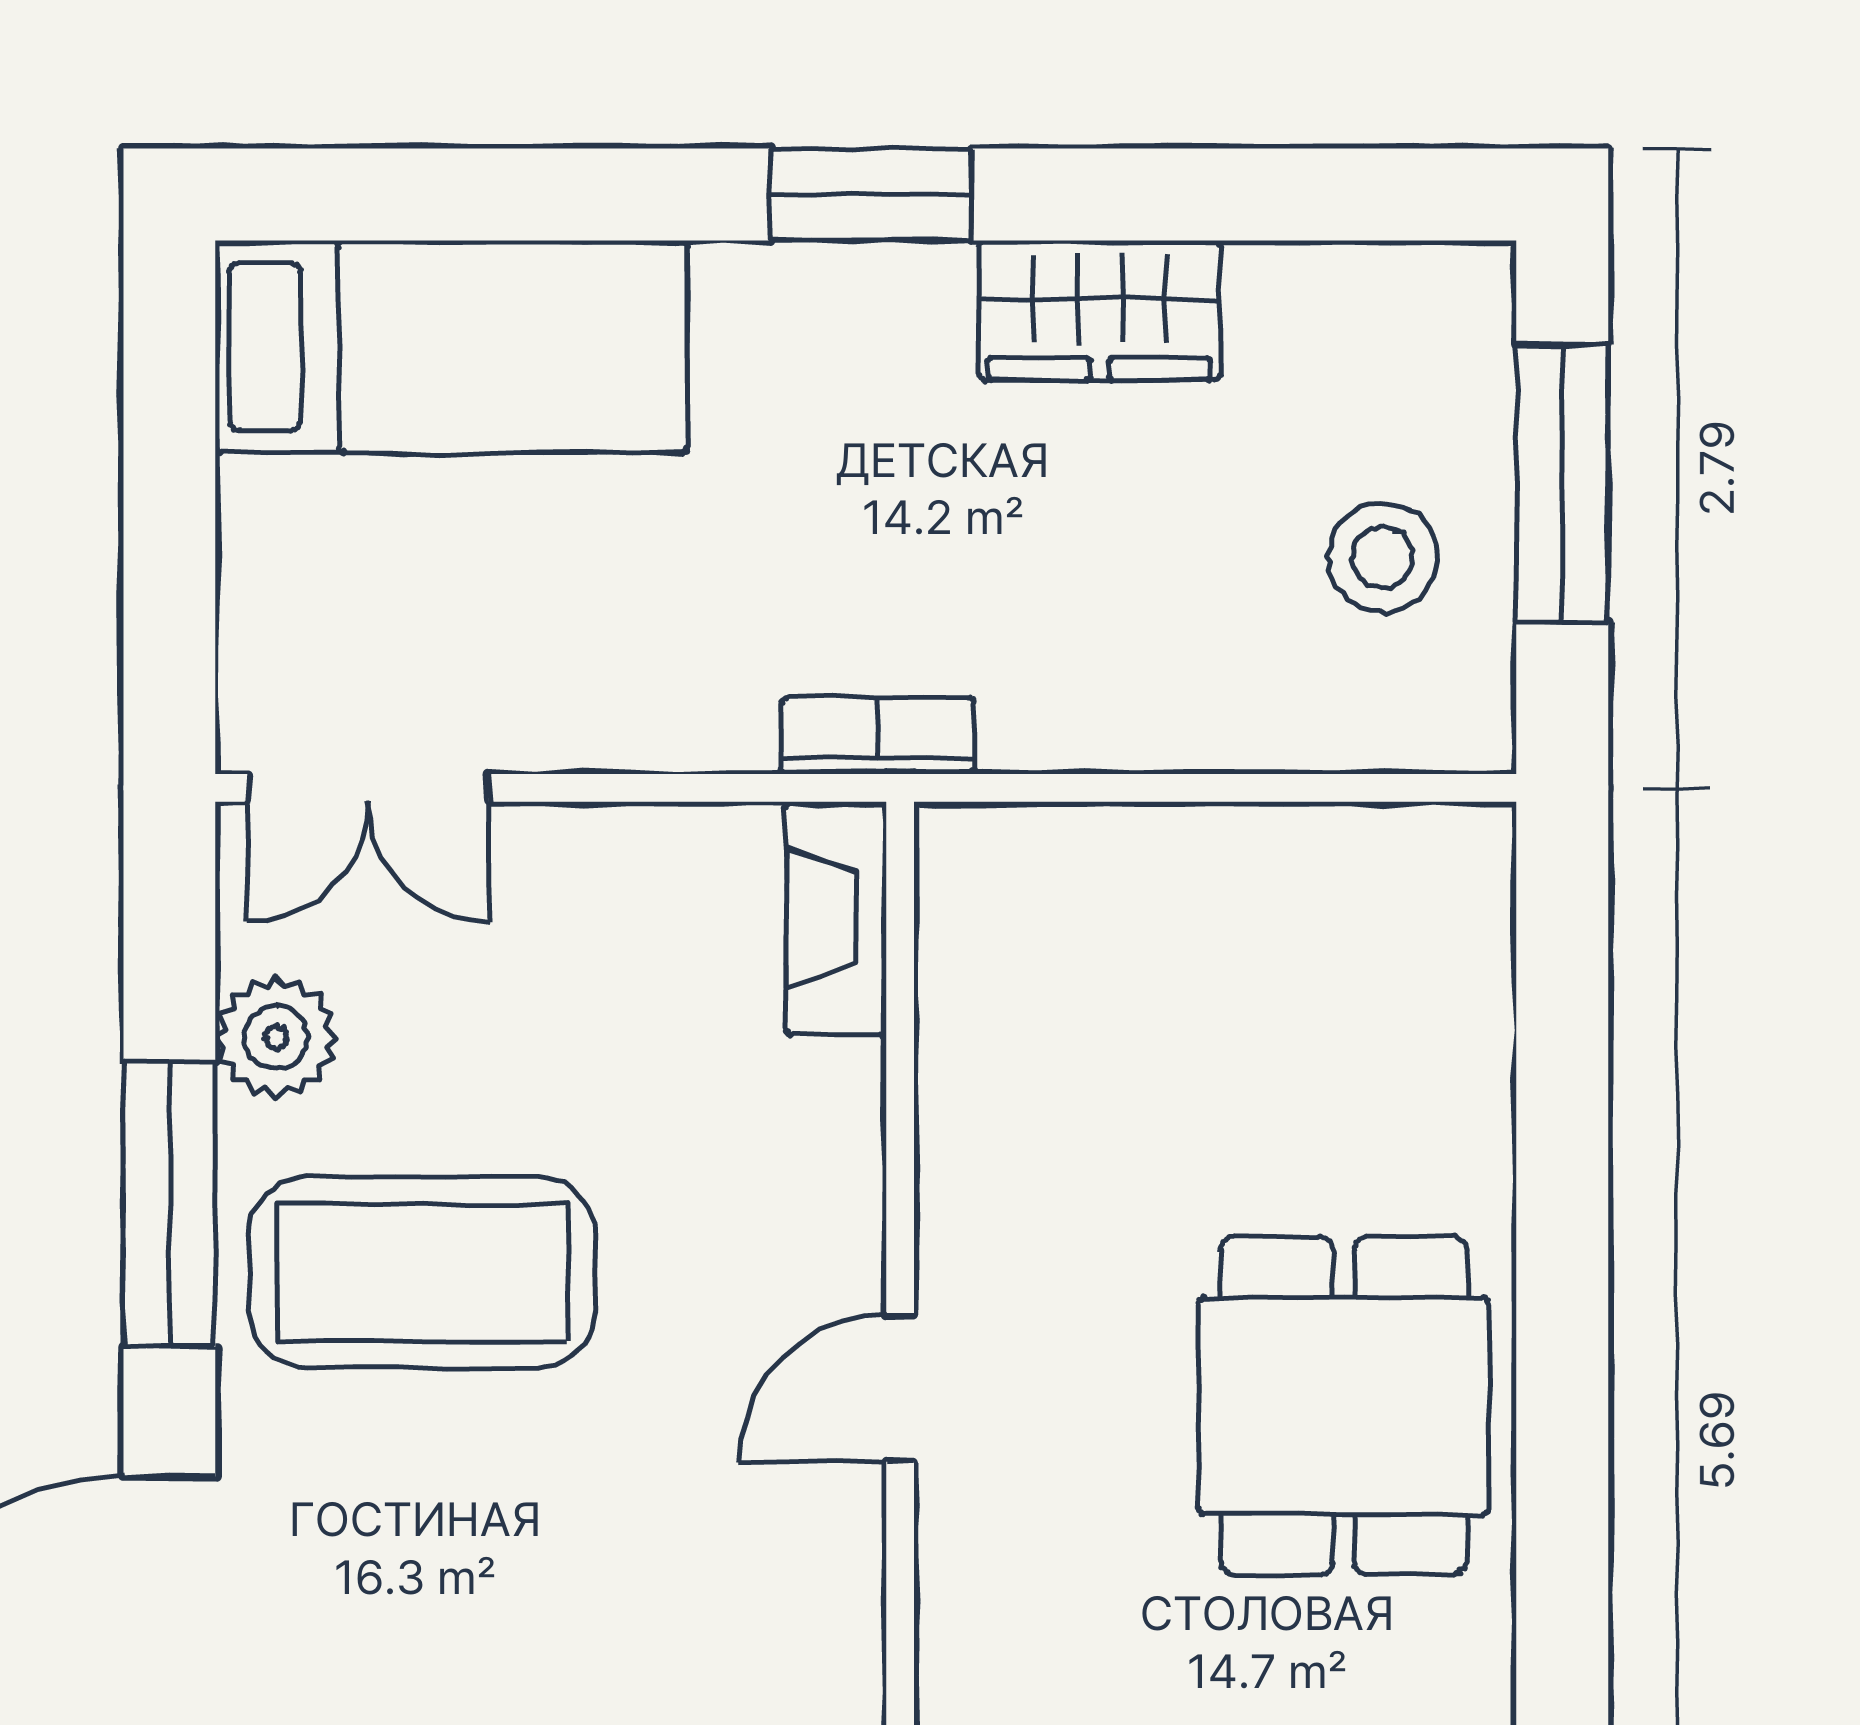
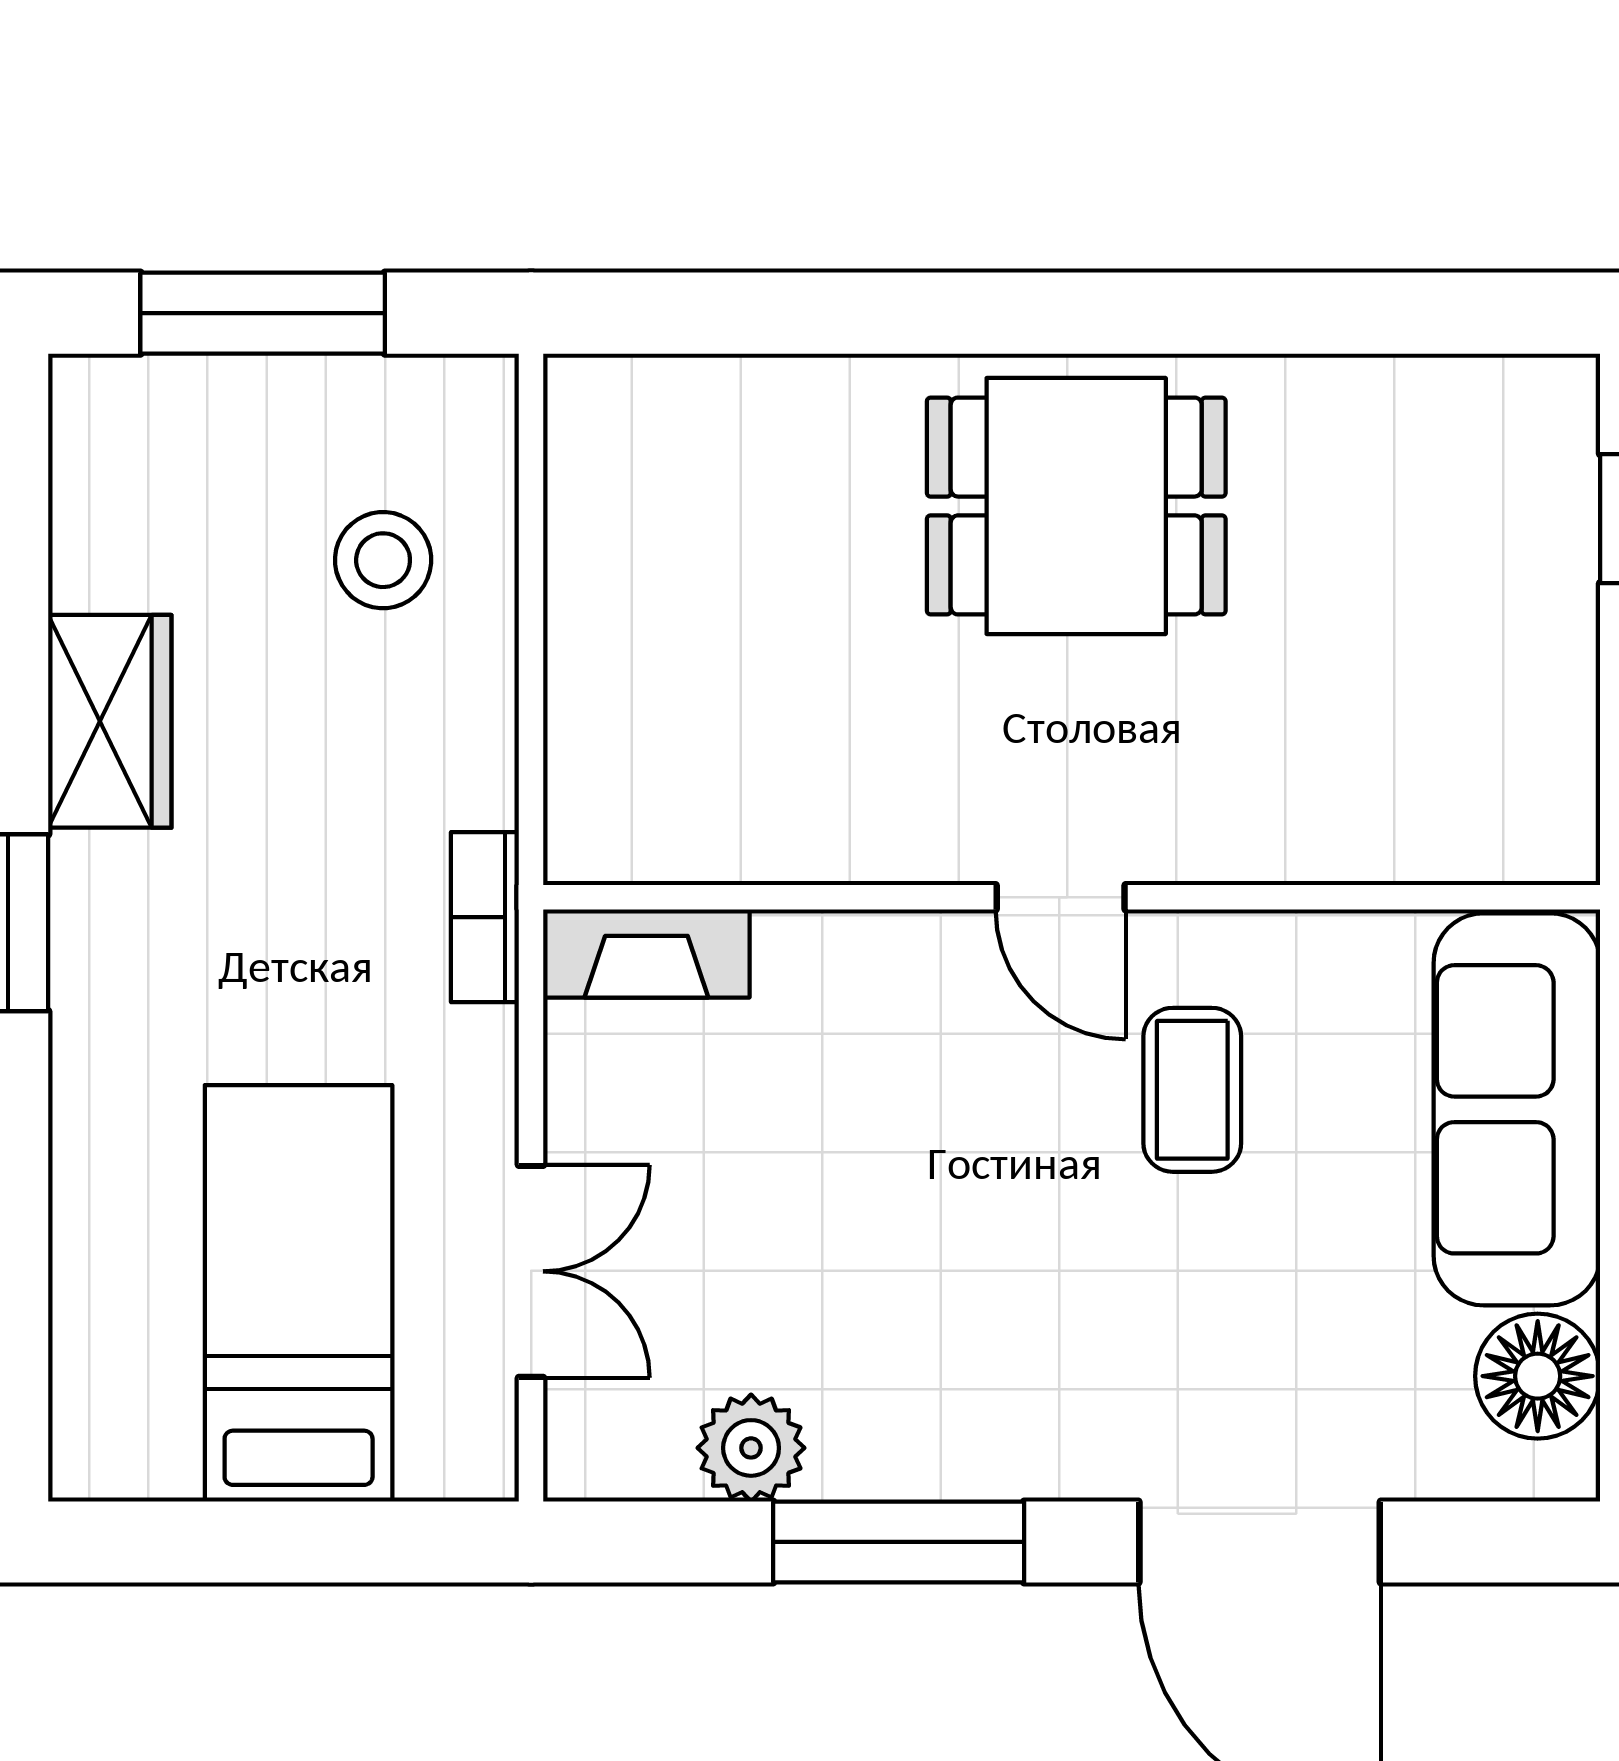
bed: (451, 347) -> (299, 1293), moved
stool: (1383, 557) -> (383, 560), moved
double door: (368, 788) -> (531, 1271), moved
coffee table: (422, 1272) -> (1192, 1090), moved, width x0.54, depth x0.58

